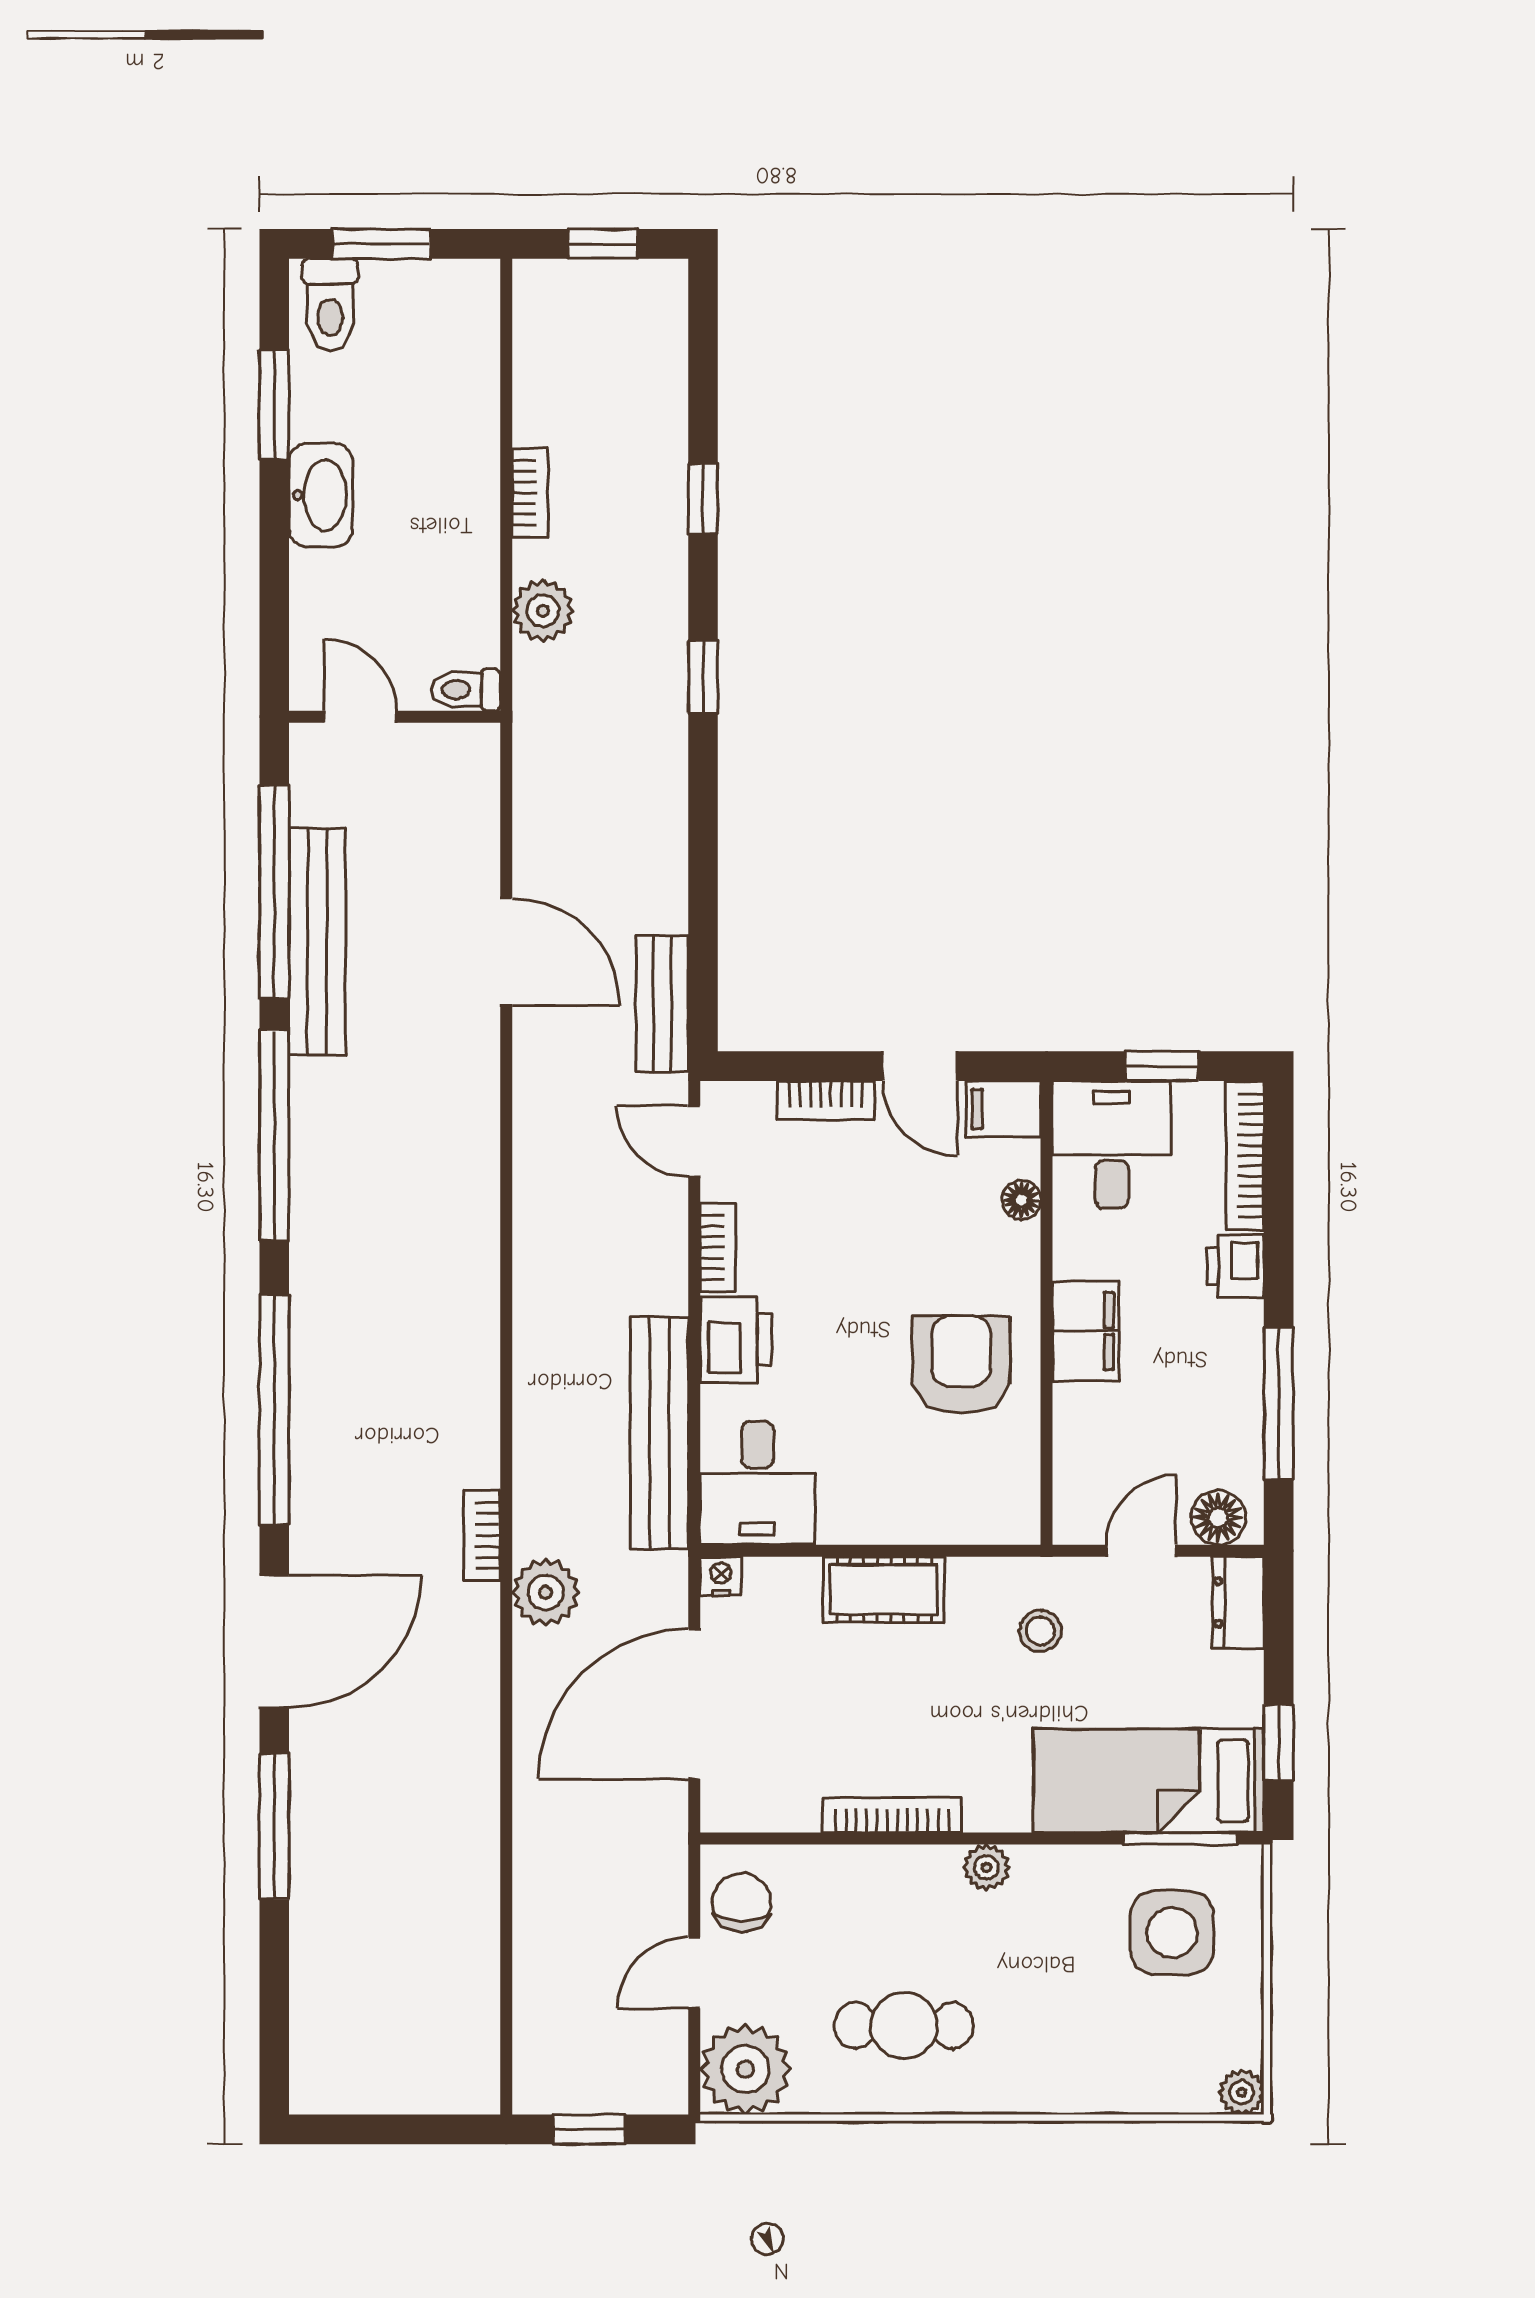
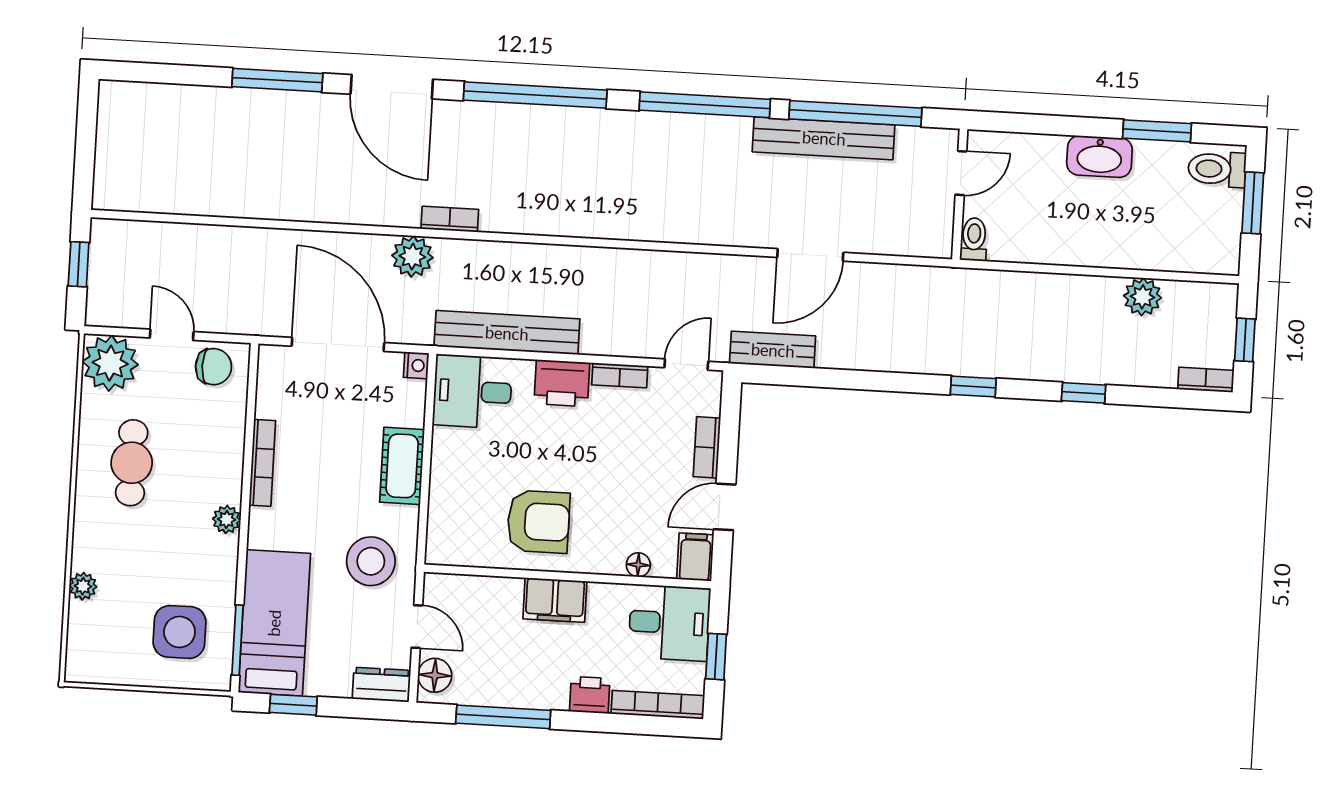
bookcase: (530, 493) -> (1206, 380), moved, turned 180
plant: (543, 611) -> (1143, 297), moved
stool: (1040, 1631) -> (371, 561), width x1.89, depth x1.89
plant: (1242, 2092) -> (83, 586), moved

